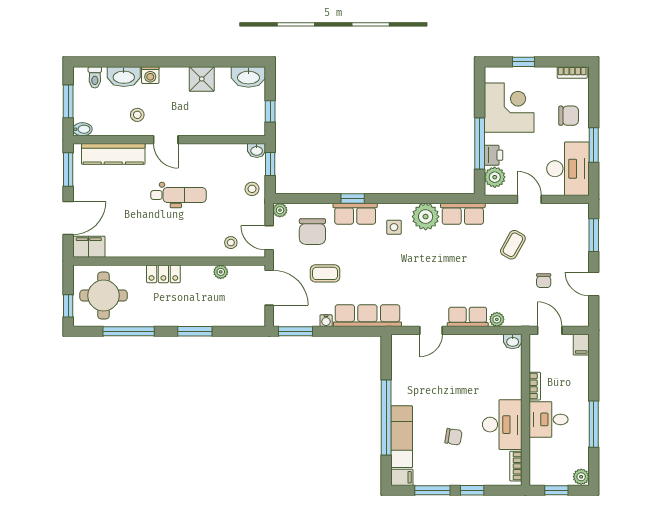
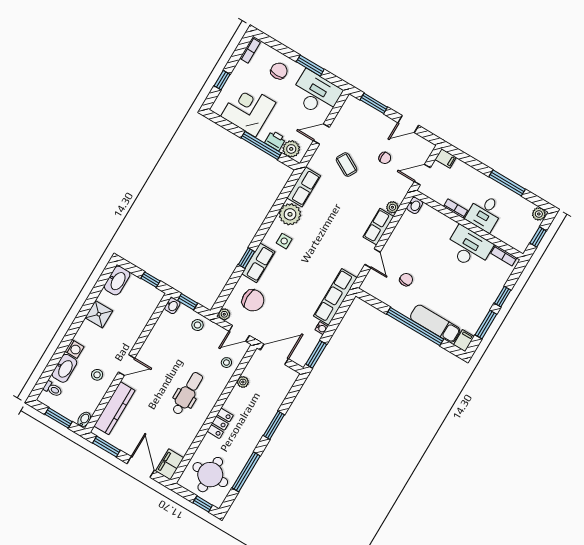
dental chair: (179, 195) -> (187, 393), moved
coffee table: (325, 273) -> (288, 309), removed
chair: (453, 437) -> (406, 280), moved

